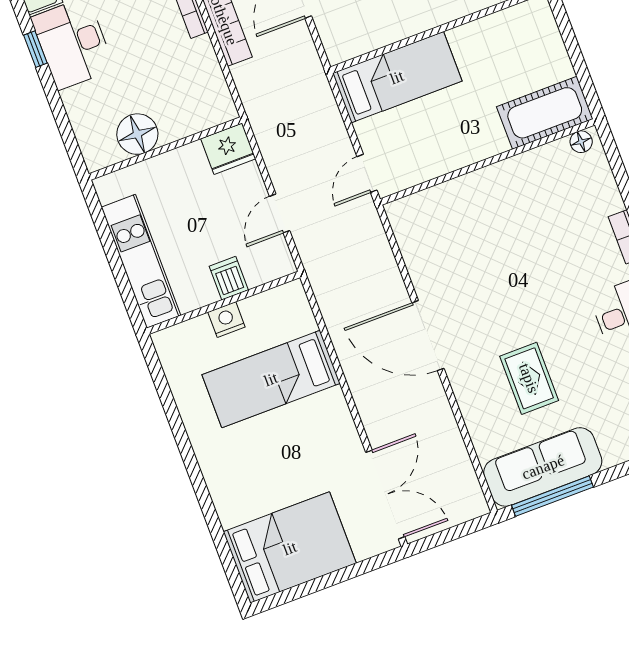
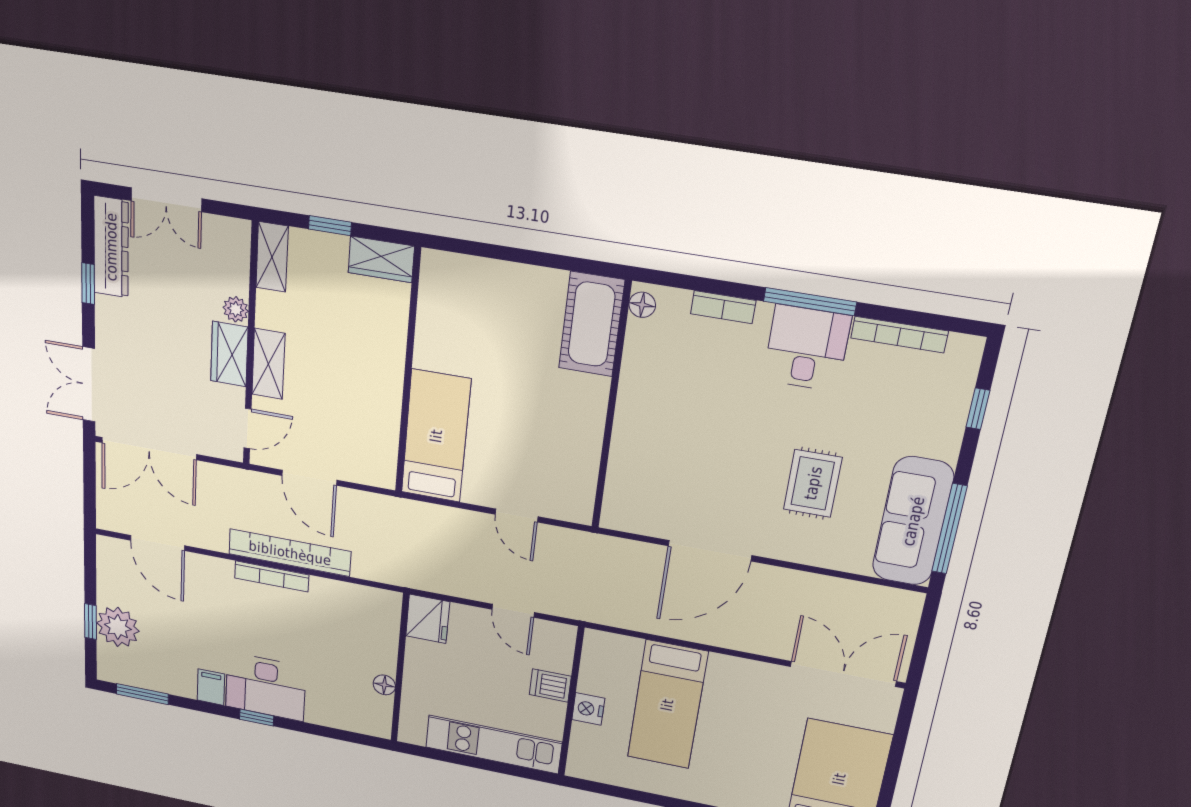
cot: (545, 113) -> (591, 324), moved
floor lamp: (137, 134) -> (384, 685), width x0.53, depth x0.53
floor lamp: (581, 142) -> (642, 305), moved
wall: (488, 162) -> (611, 408), moved
rug: (529, 378) -> (813, 483), turned 90

